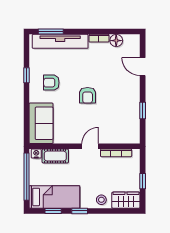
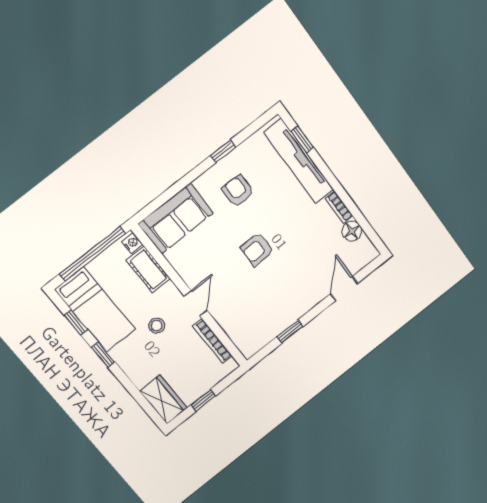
window: (51, 32) -> (302, 139), width x0.67
door: (90, 146) -> (195, 303), hinge flipped
stool: (101, 200) -> (157, 325), moved

